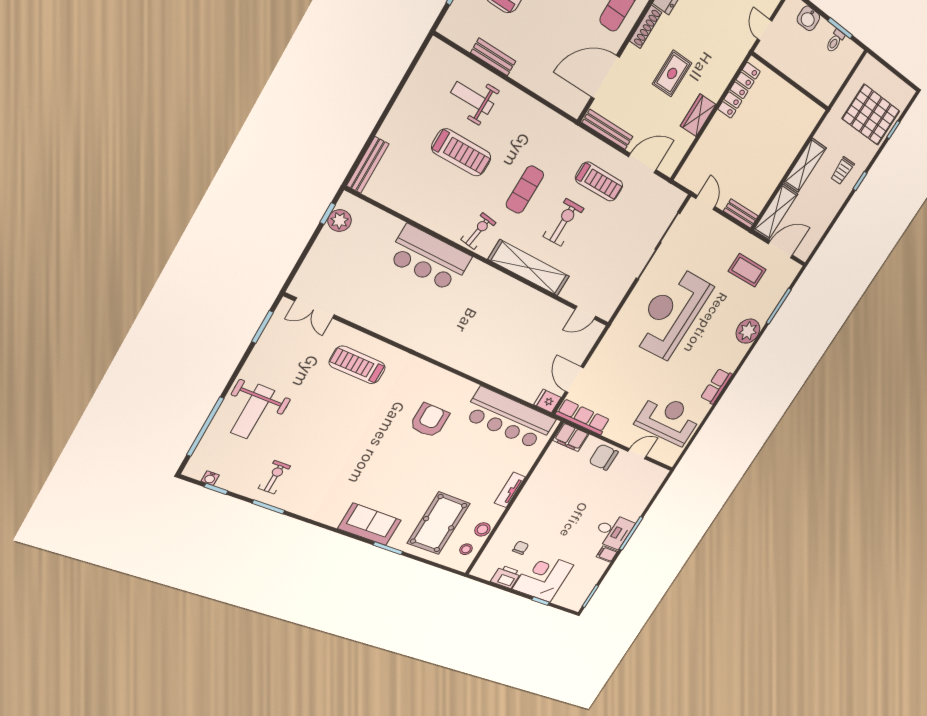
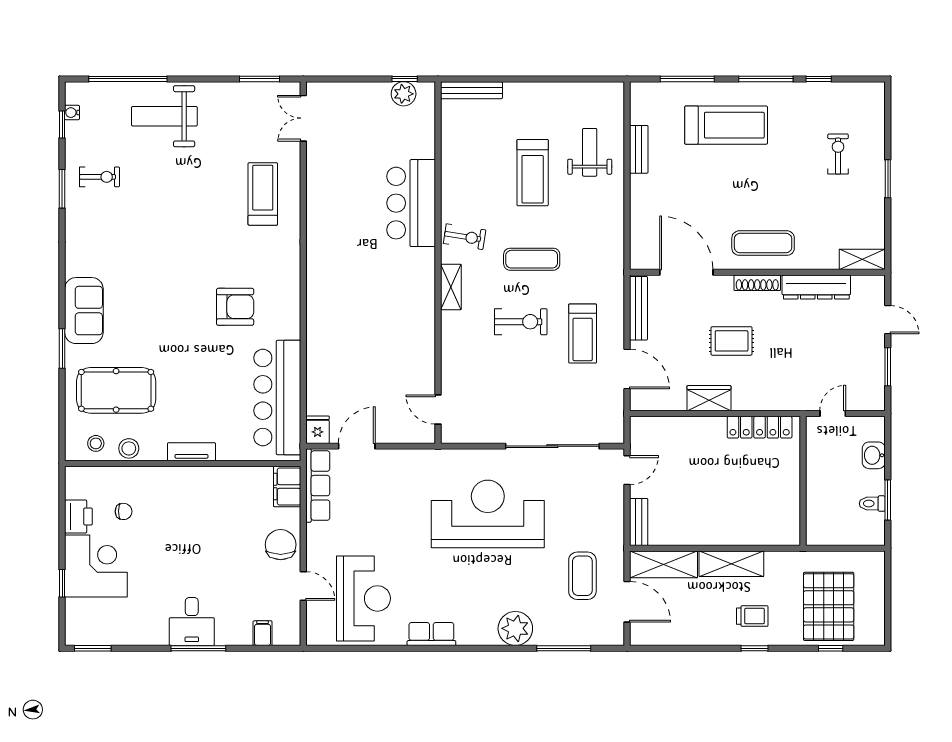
trolley: (842, 171) -> (752, 616), turned 180
shelving: (529, 268) -> (451, 287), width x0.45, depth x0.75
filing cabinet: (607, 554) -> (263, 633), moved

